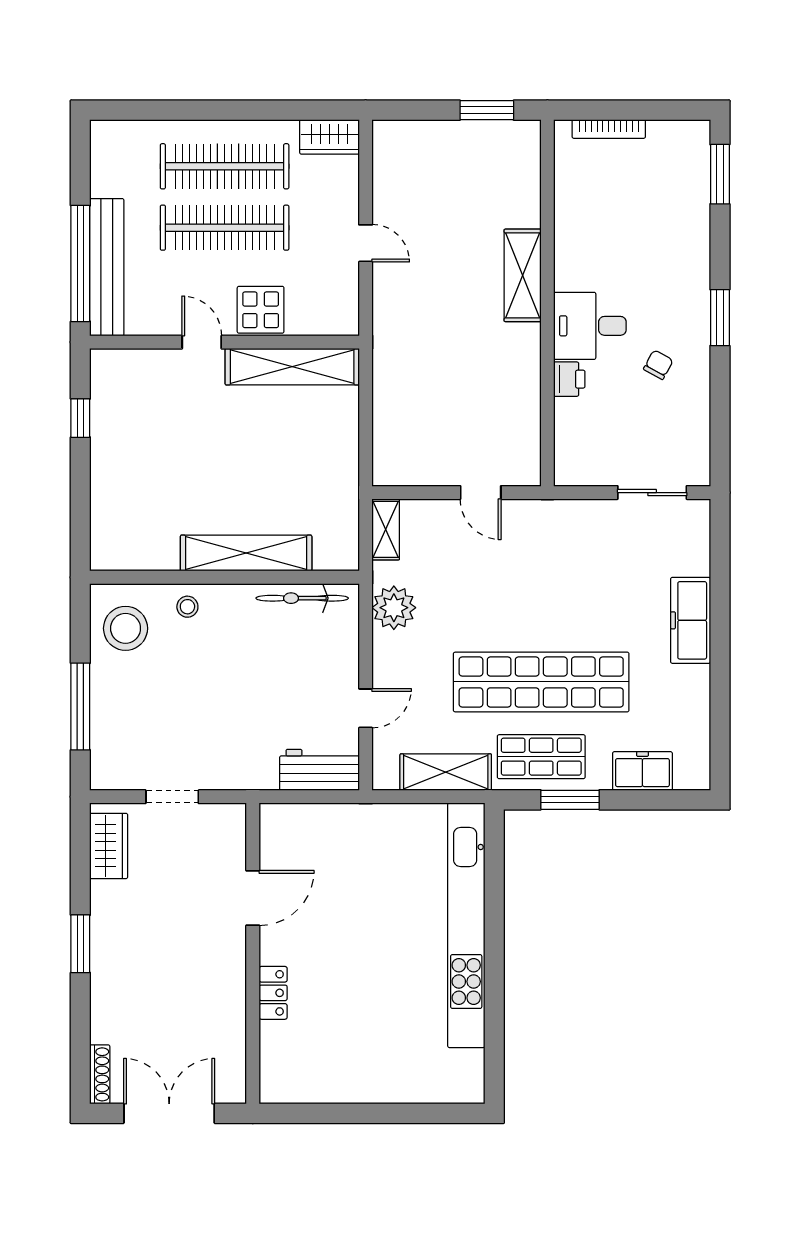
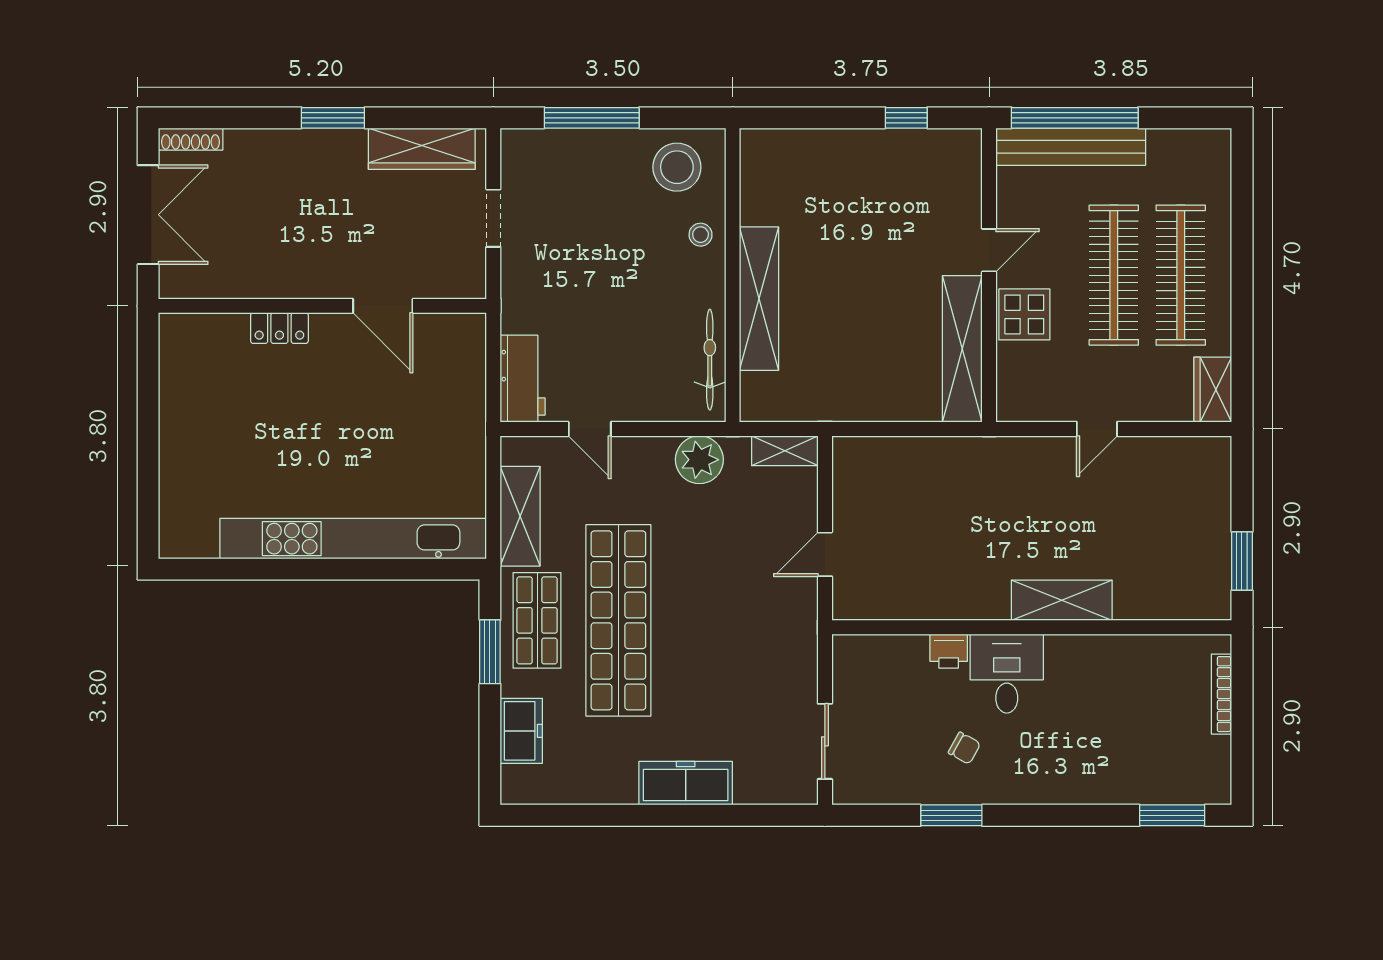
window: (720, 318) -> (951, 815), moved
wardrobe: (109, 846) -> (422, 149), width x1.50

